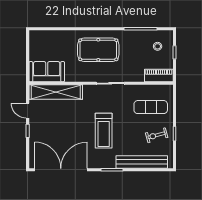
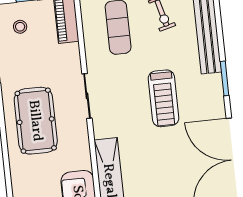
treadmill: (104, 131) -> (164, 98), turned 90

